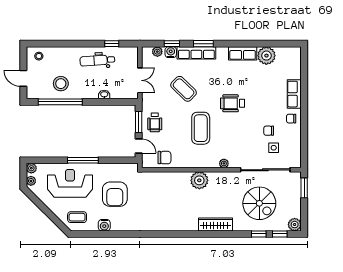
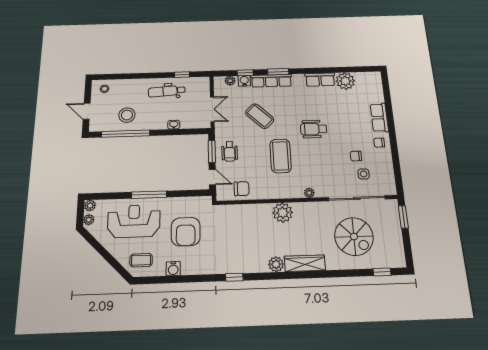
plant: (295, 225) -> (276, 264), moved
window: (259, 234) -> (234, 277), moved

